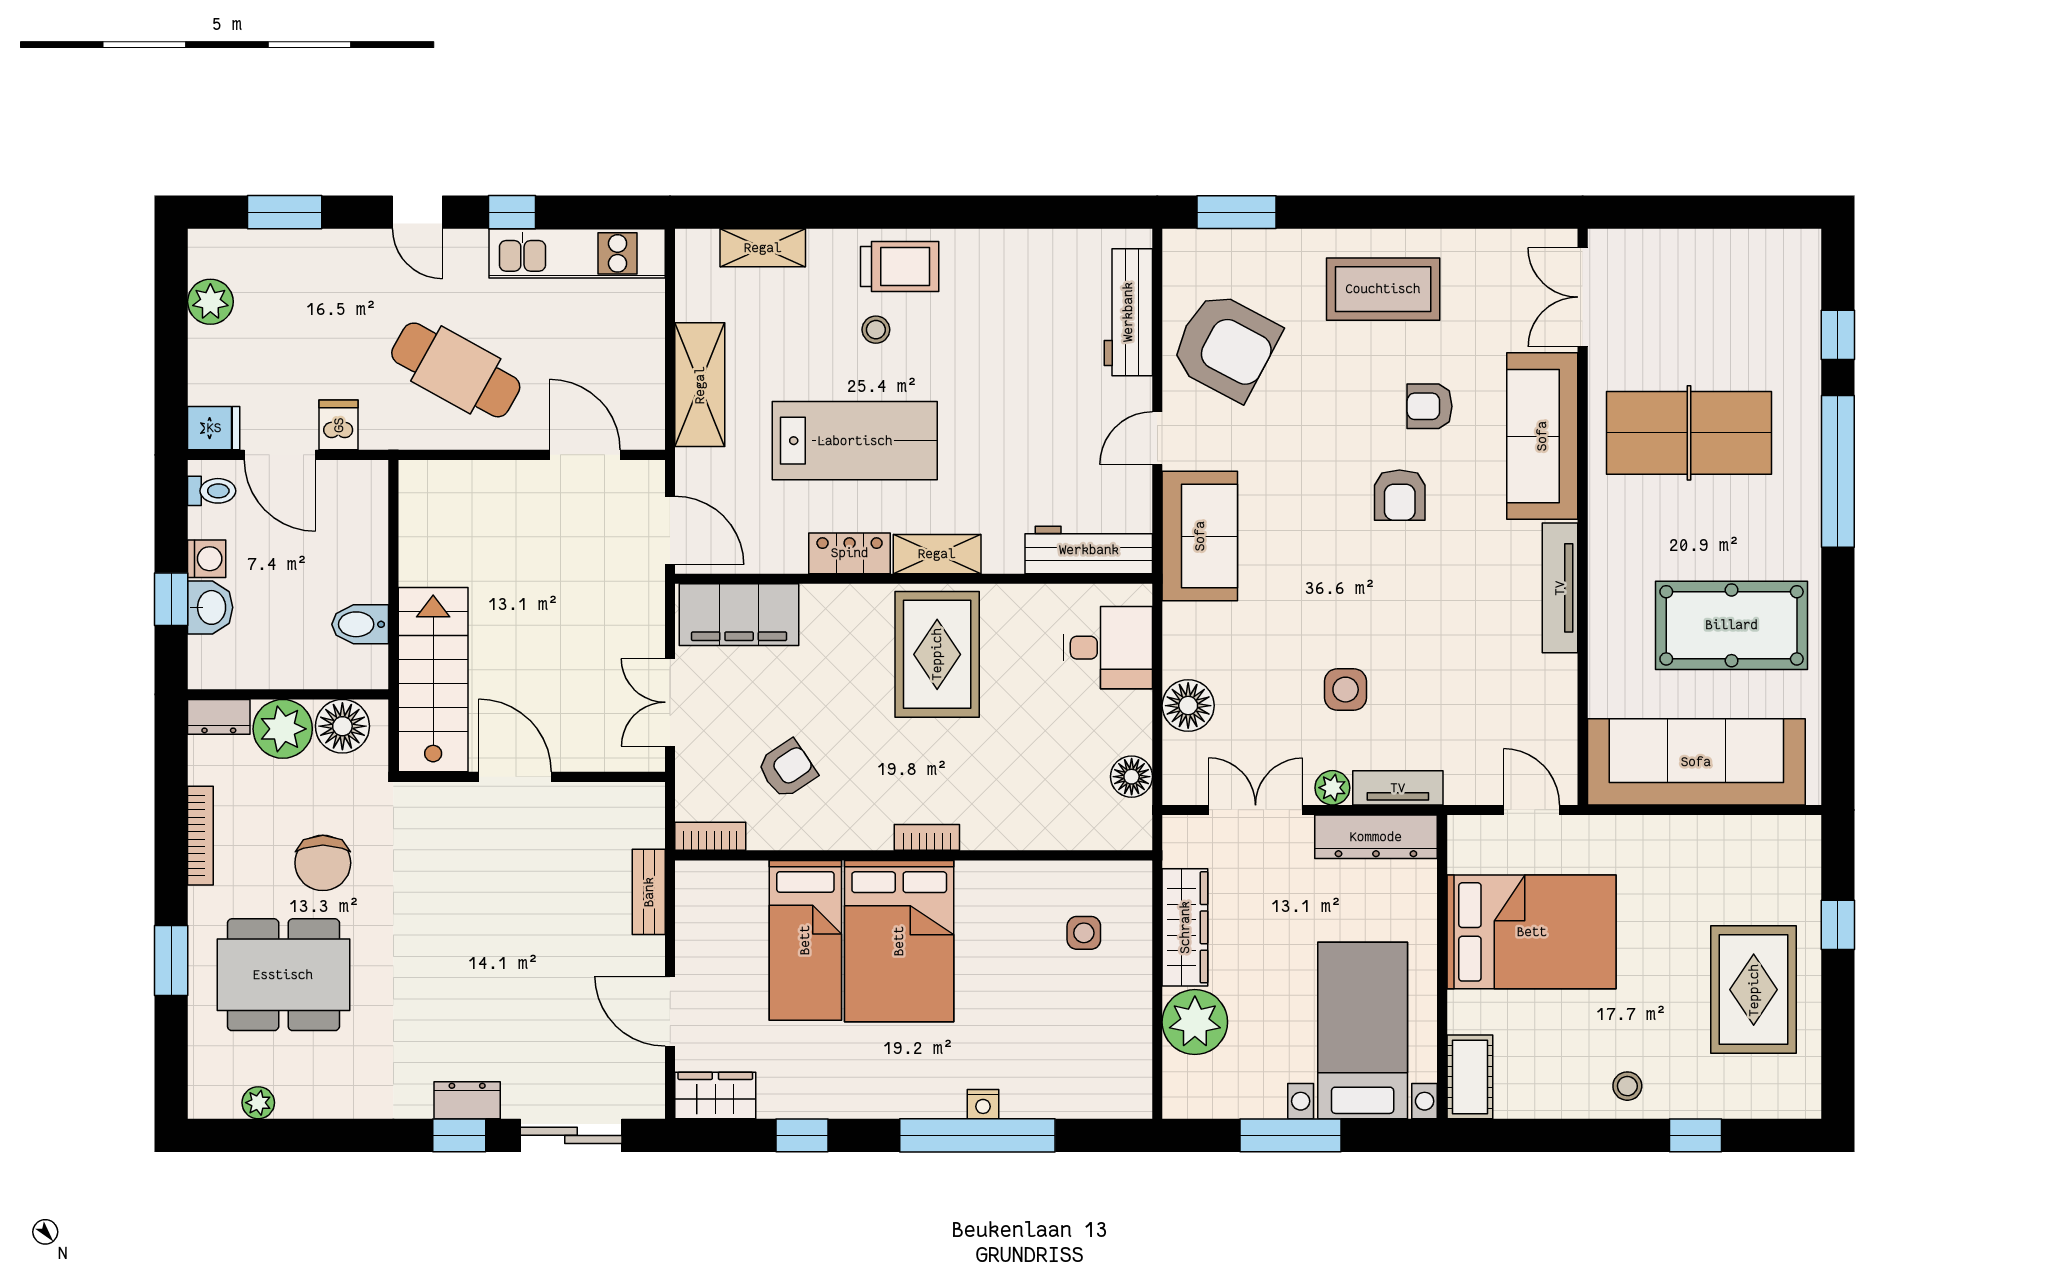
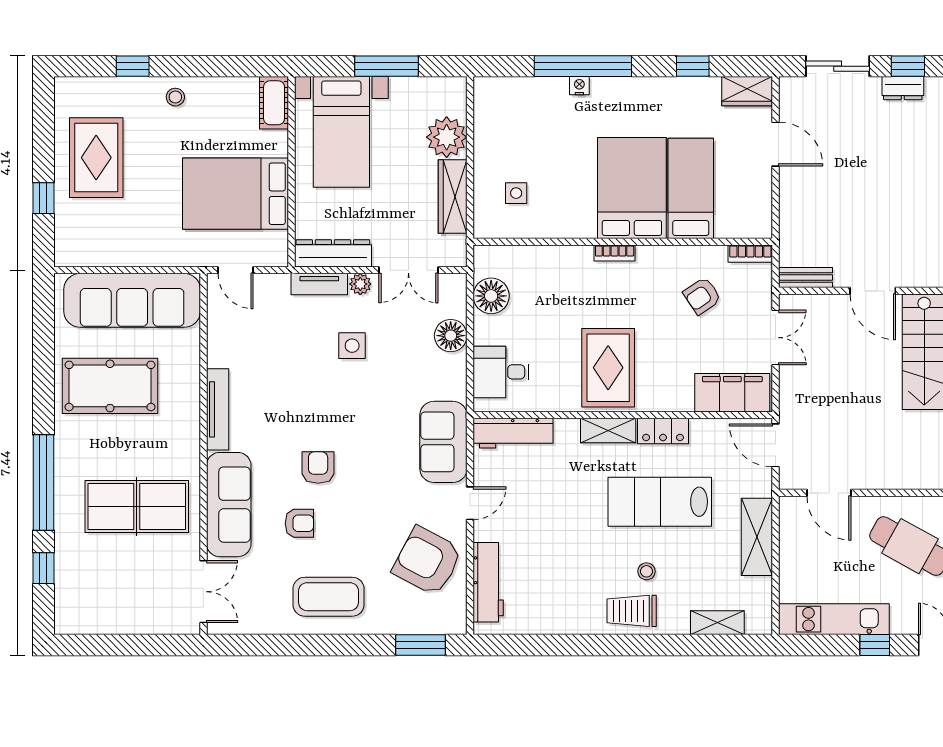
floor lamp: (1132, 777) -> (491, 296), width x1.38, depth x1.38
bench: (649, 892) -> (806, 278), moved, turned 90

